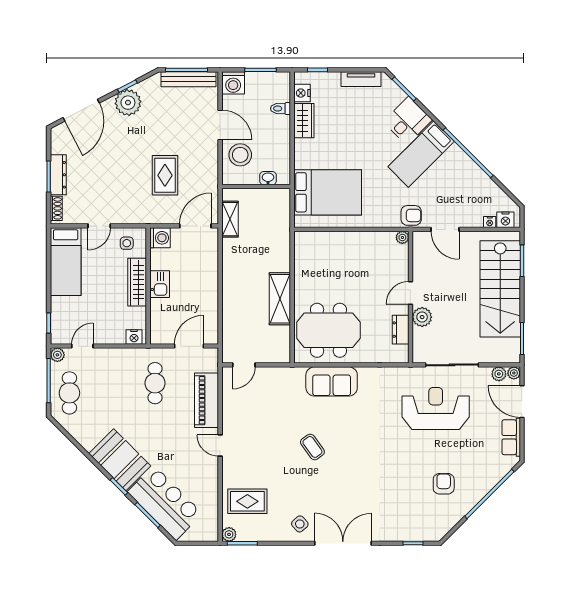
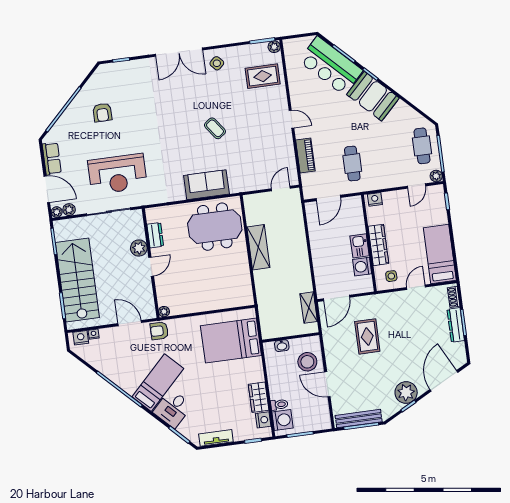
washing machine: (233, 83) -> (282, 420), moved, turned 90
washing machine: (160, 238) -> (362, 267), moved
piano: (206, 400) -> (305, 155), width x0.73, depth x0.75

